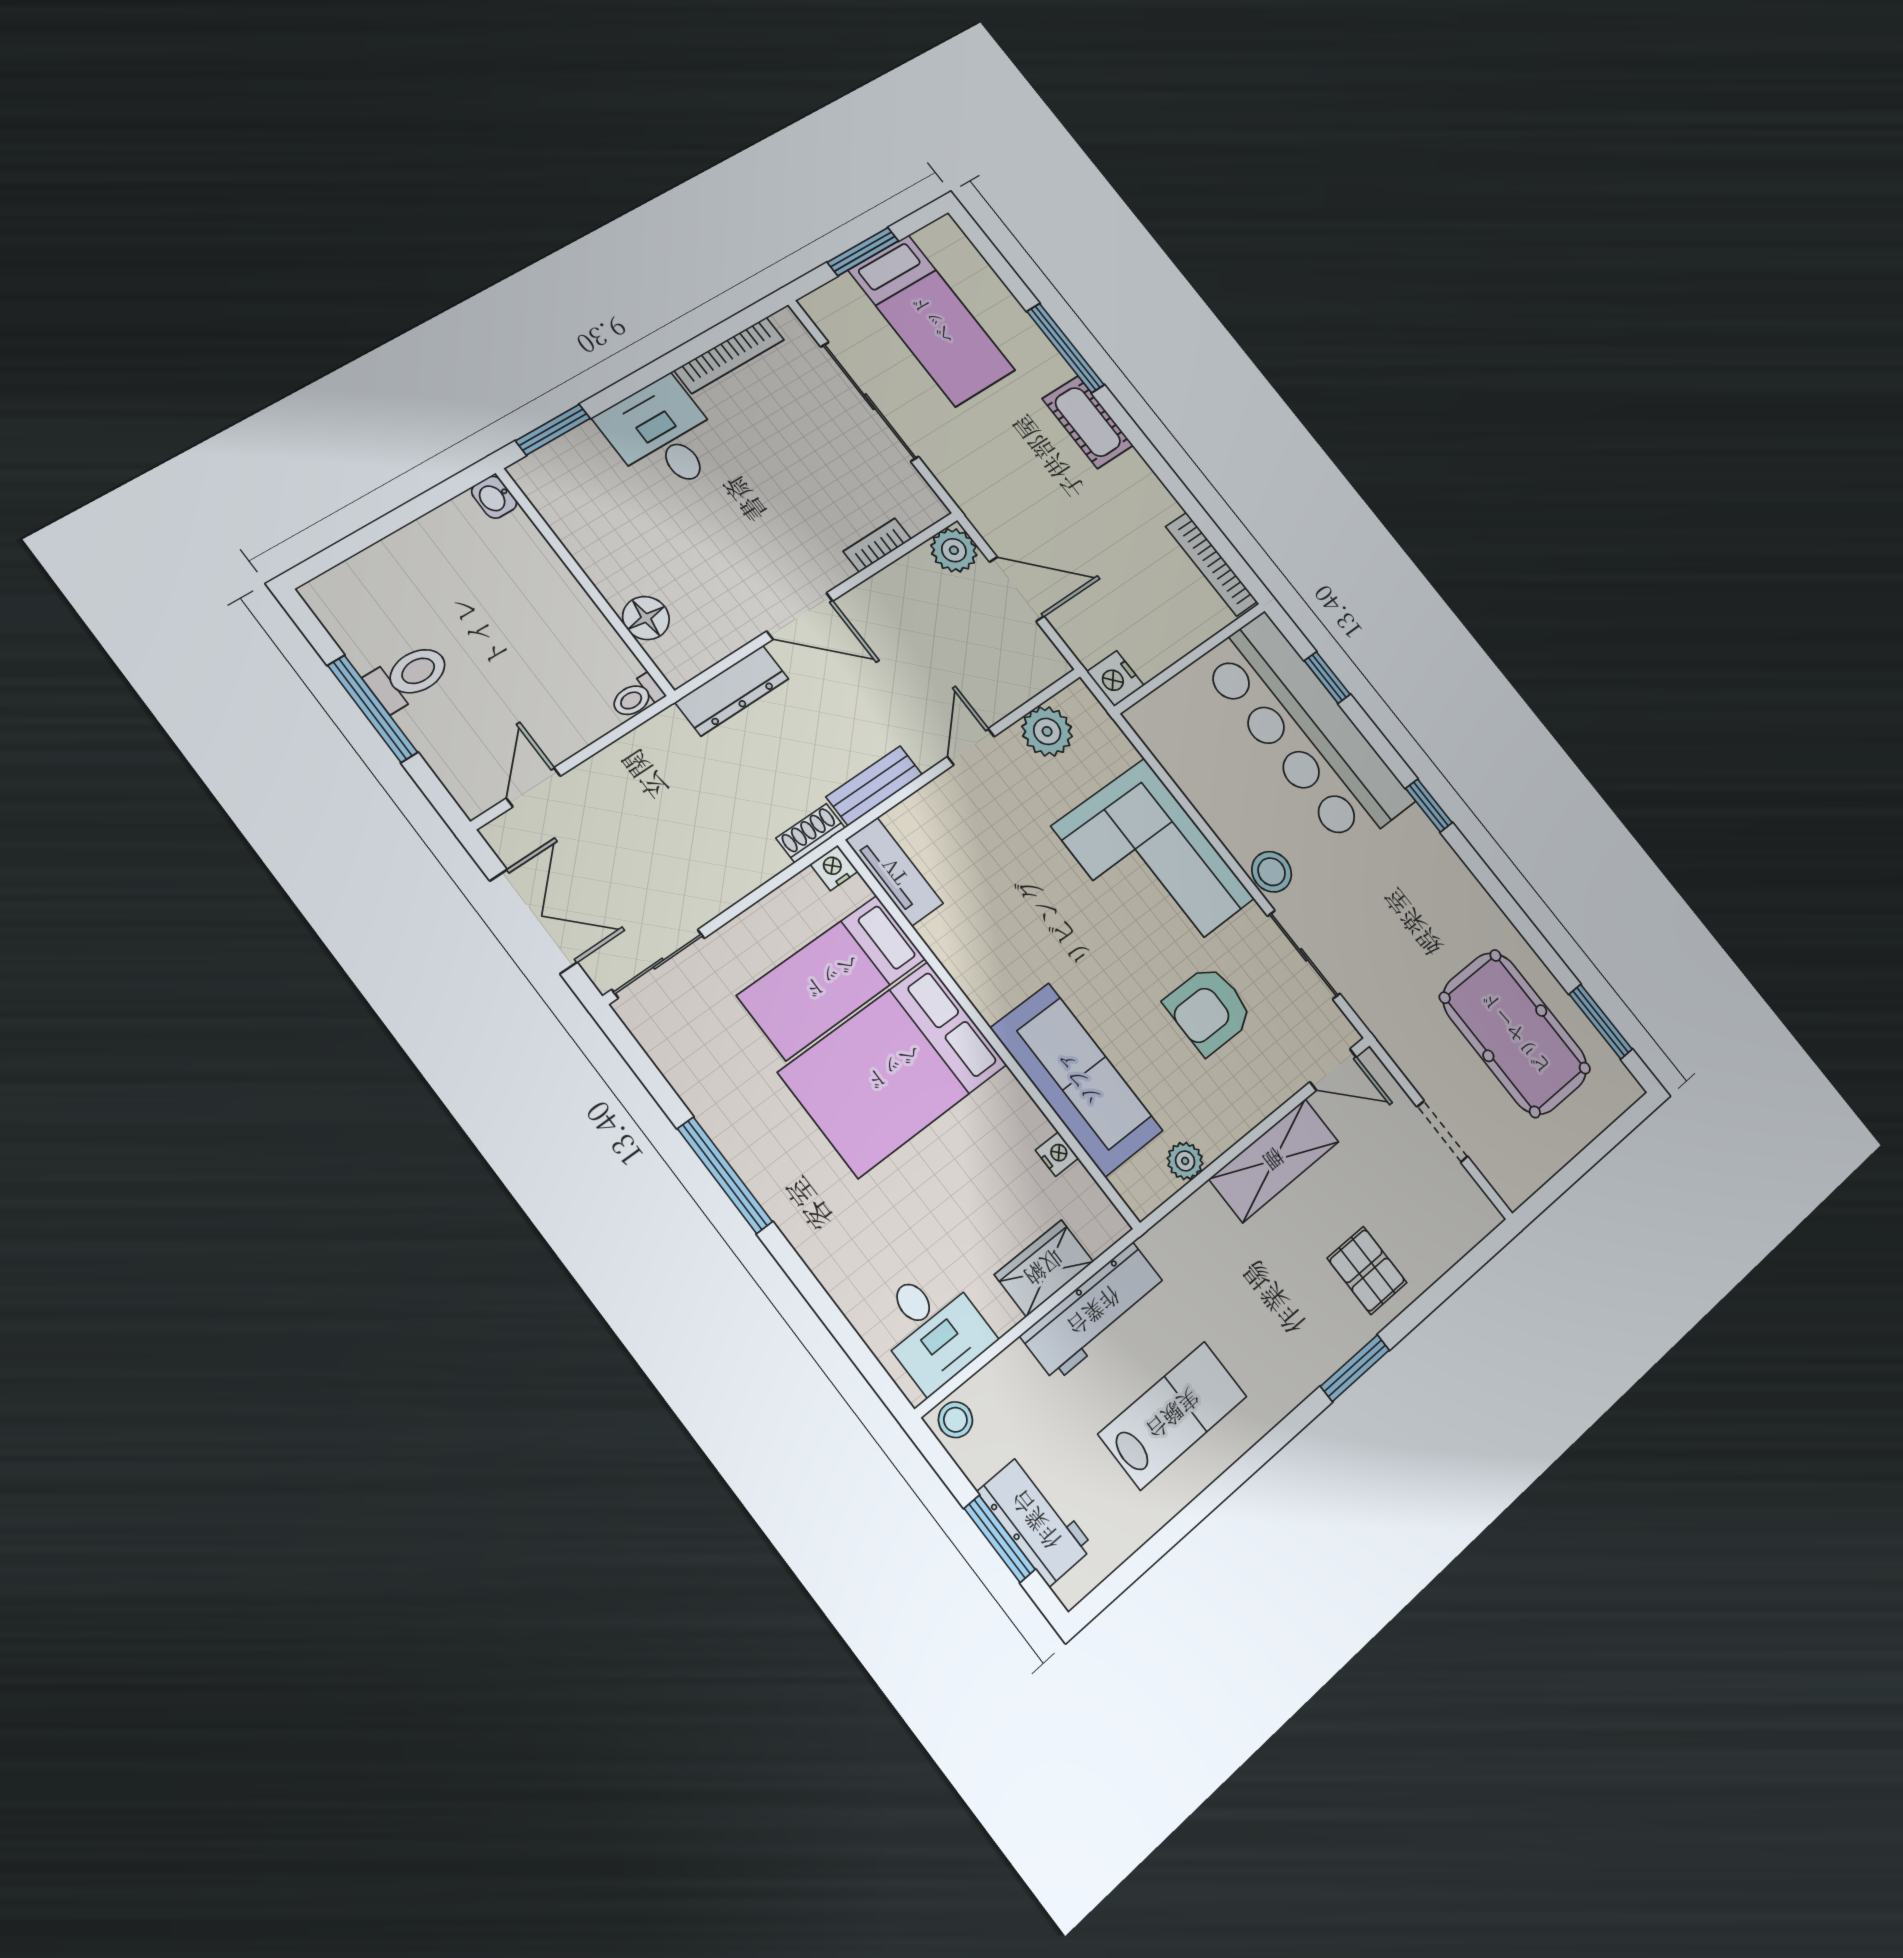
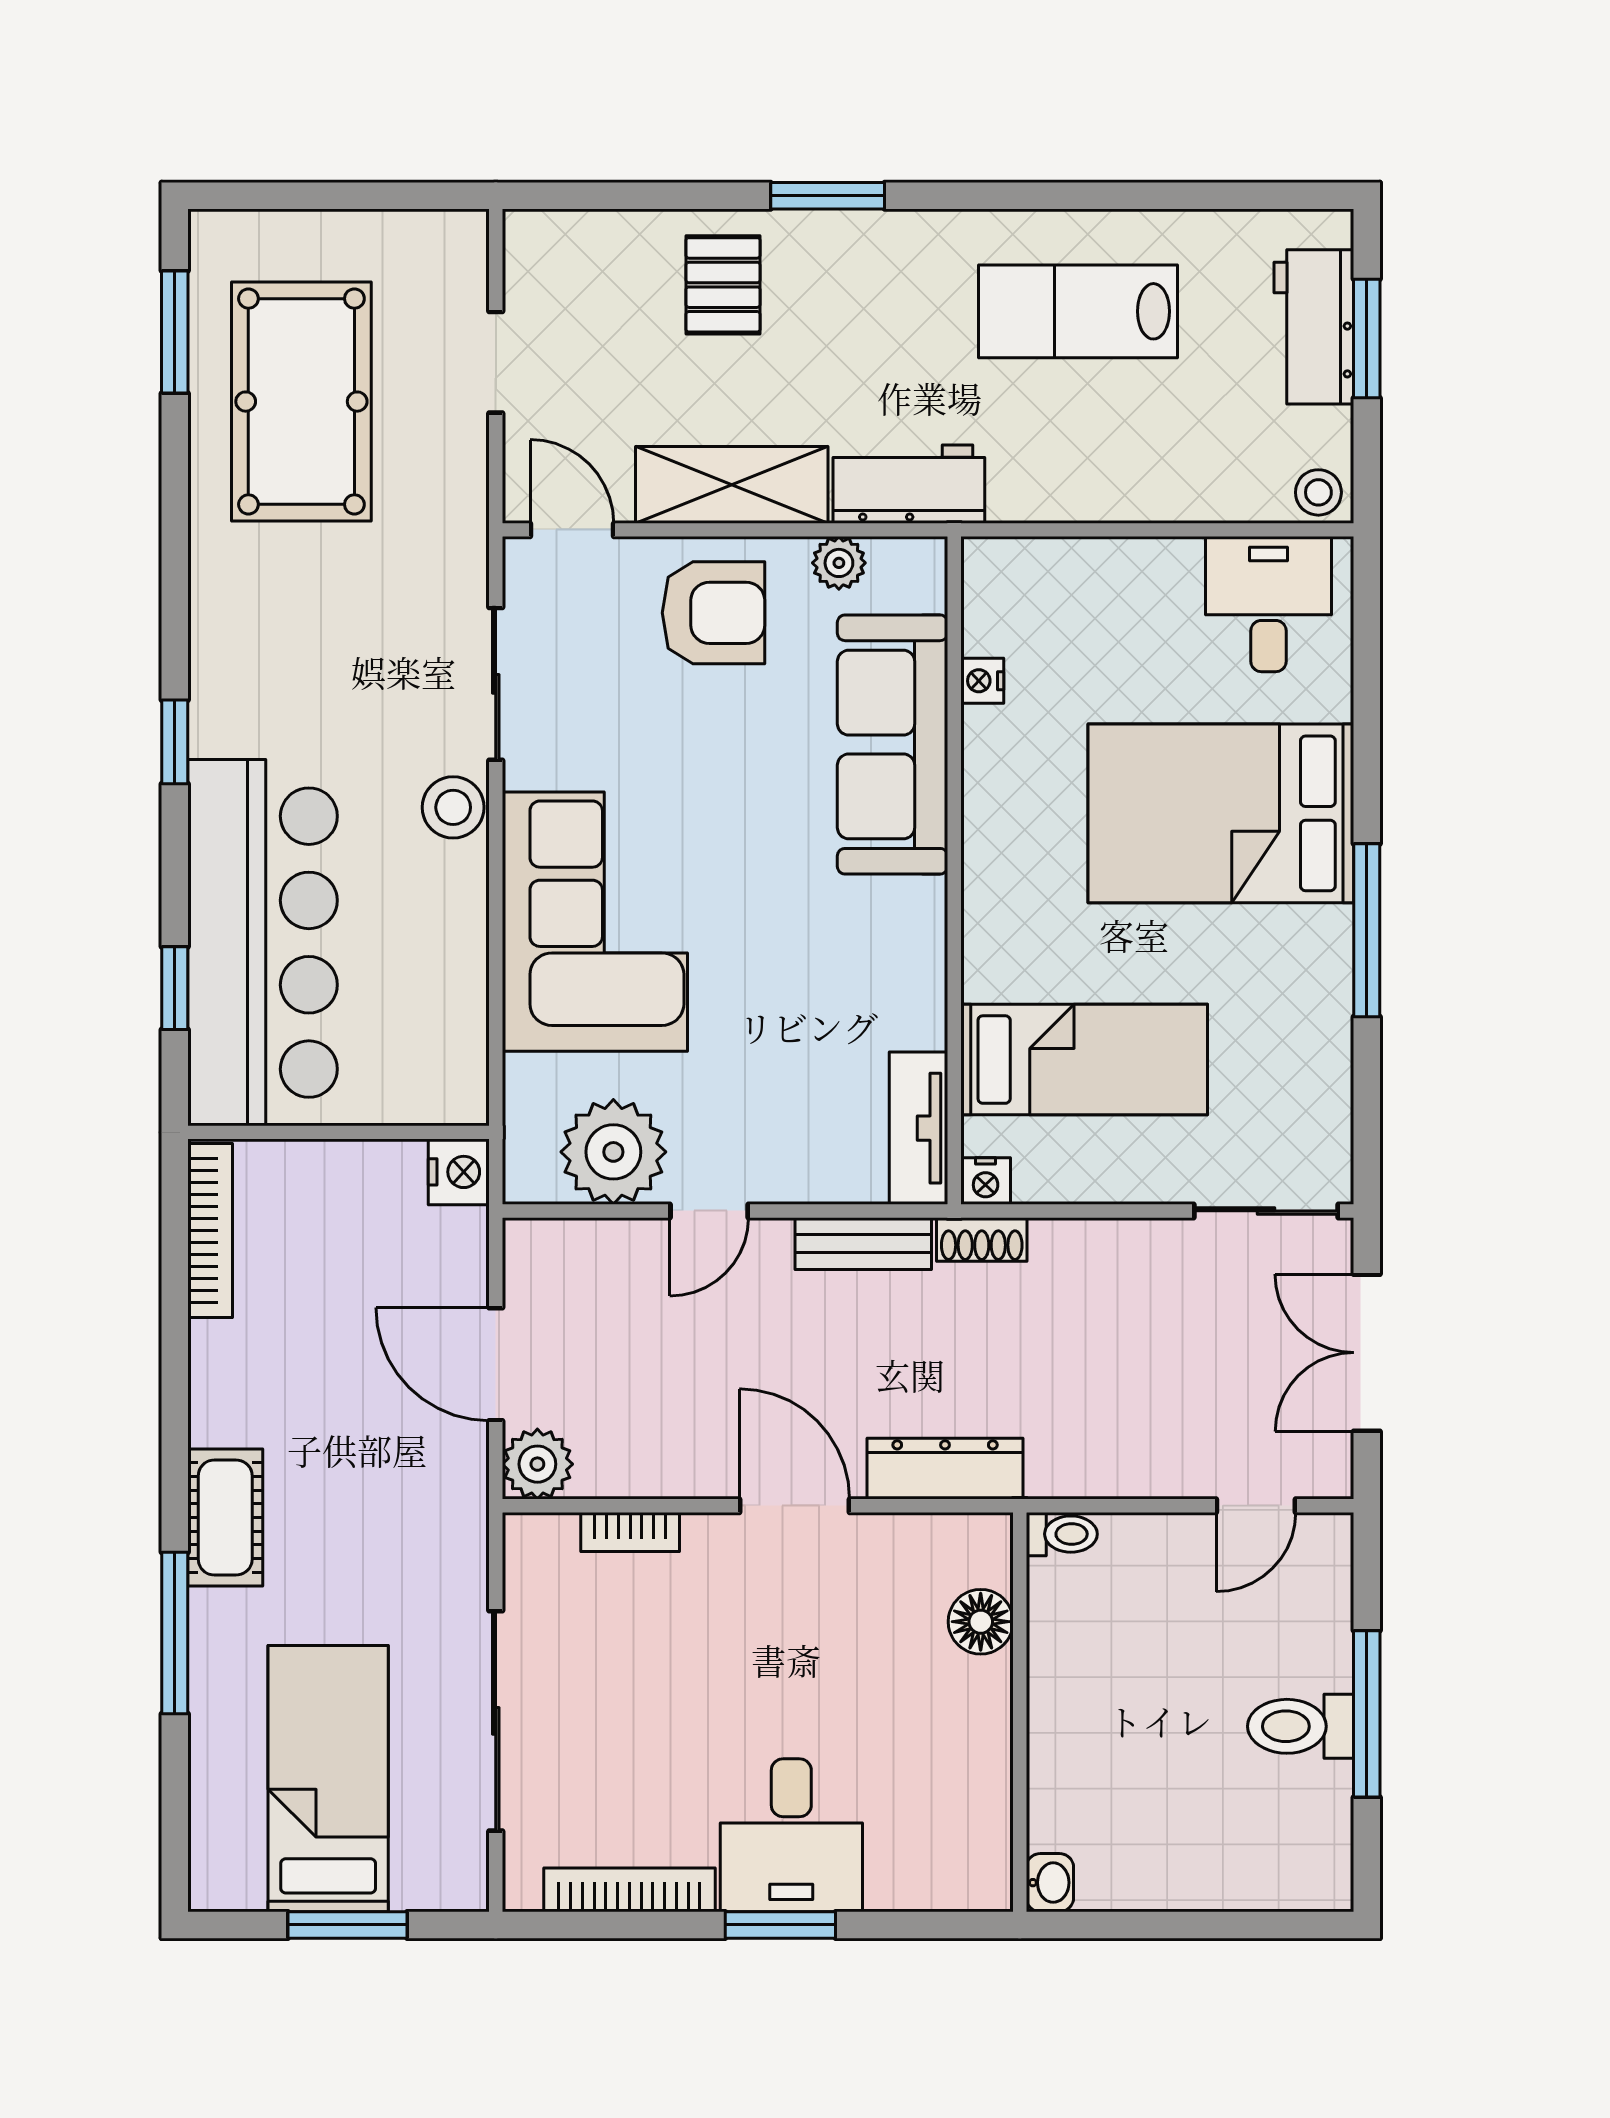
window: (553, 430) -> (780, 1925), moved
plant: (1047, 731) -> (613, 1152), width x1.36, depth x1.36
armchair: (1209, 1010) -> (713, 613), moved
bed: (894, 1068) -> (1221, 813), moved, turned 180
wardrobe: (1044, 1268) -> (1096, 572), removed
workbench: (1094, 1312) -> (909, 484), moved, width x0.73

